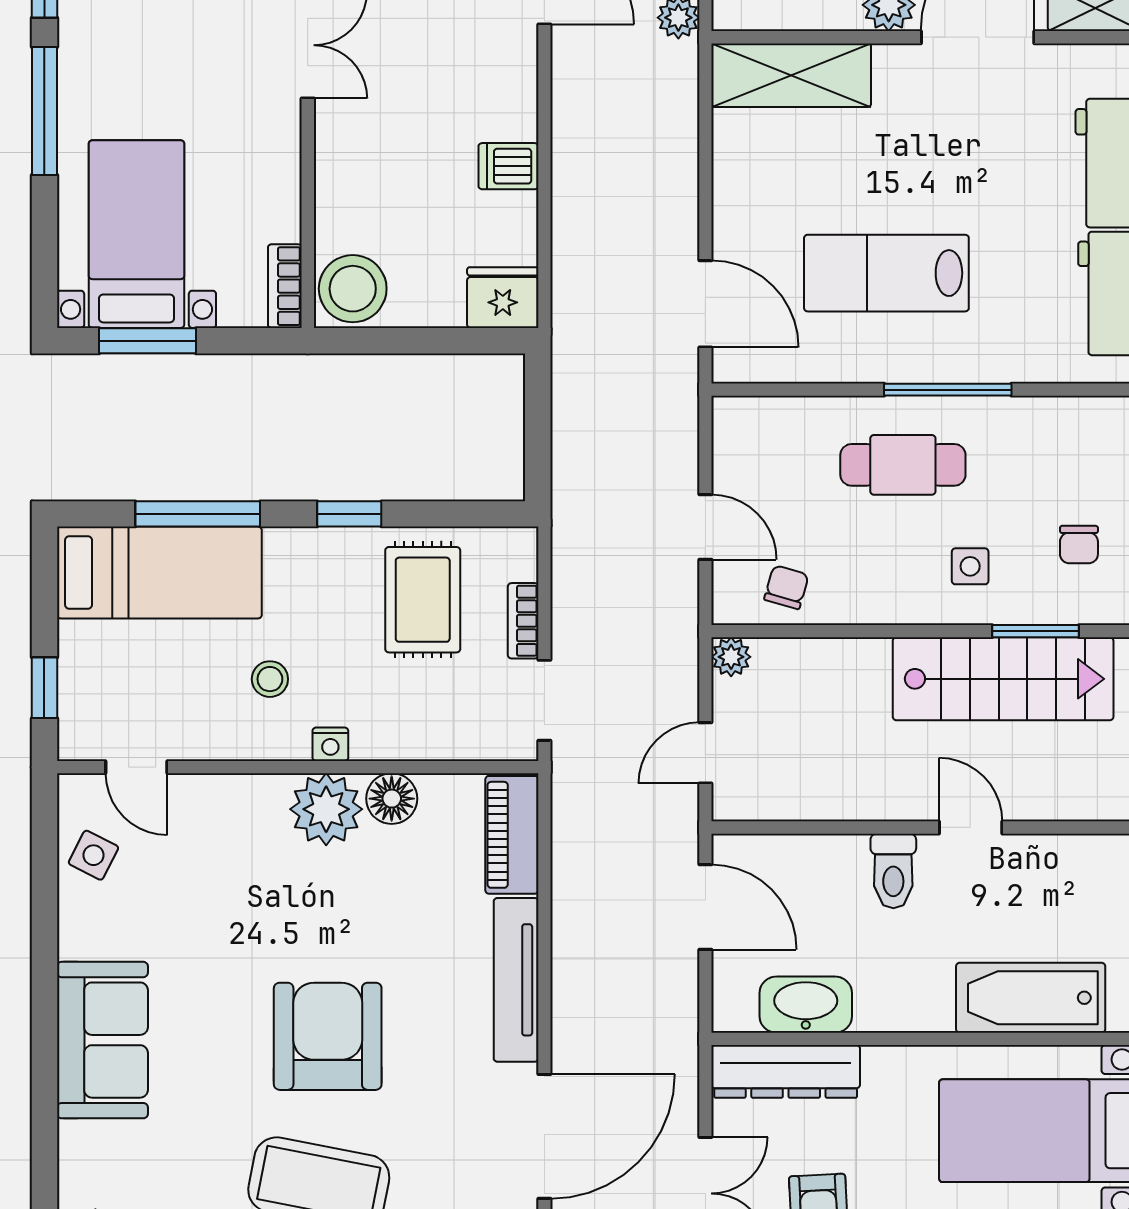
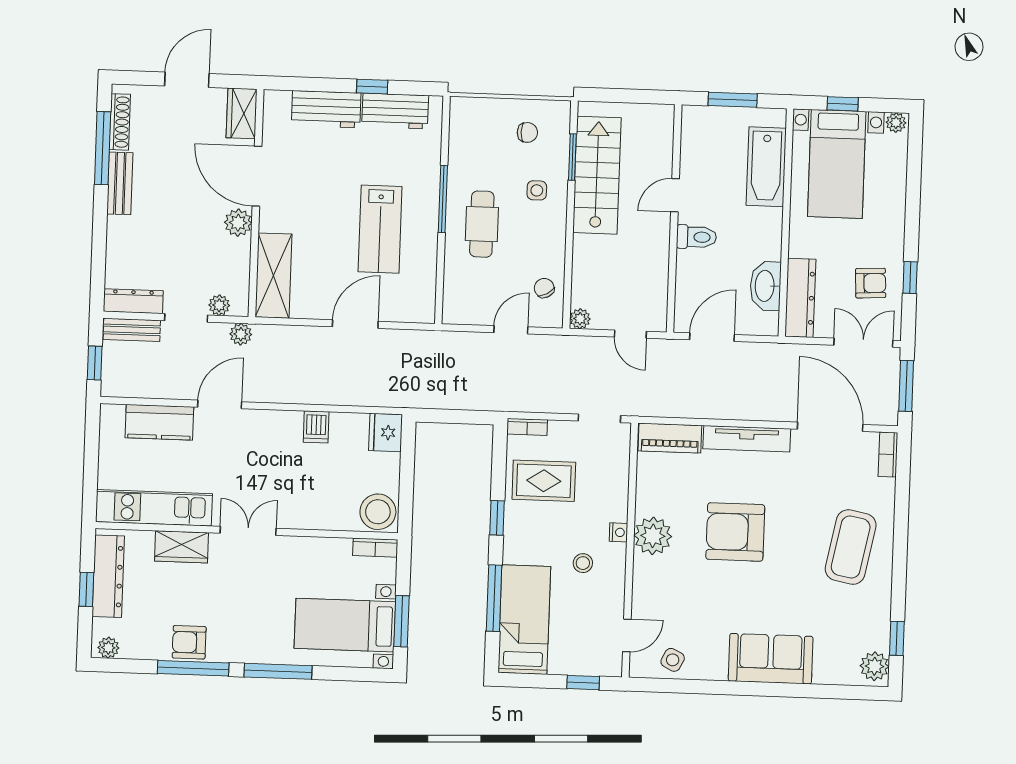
door: (705, 304) -> (355, 324), moved
chair: (786, 587) -> (544, 288), turned 45
bookcase: (523, 621) -> (527, 427), moved
floor lamp: (392, 799) -> (648, 501), removed
armchair: (328, 1036) -> (735, 532), moved

